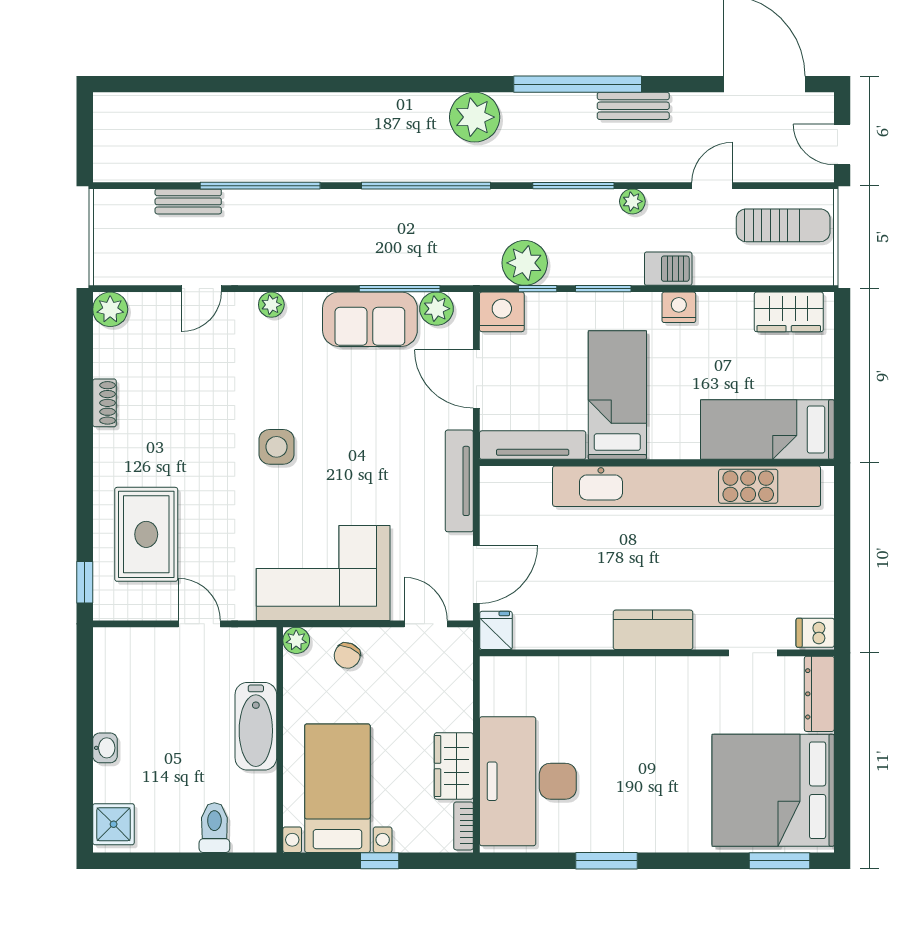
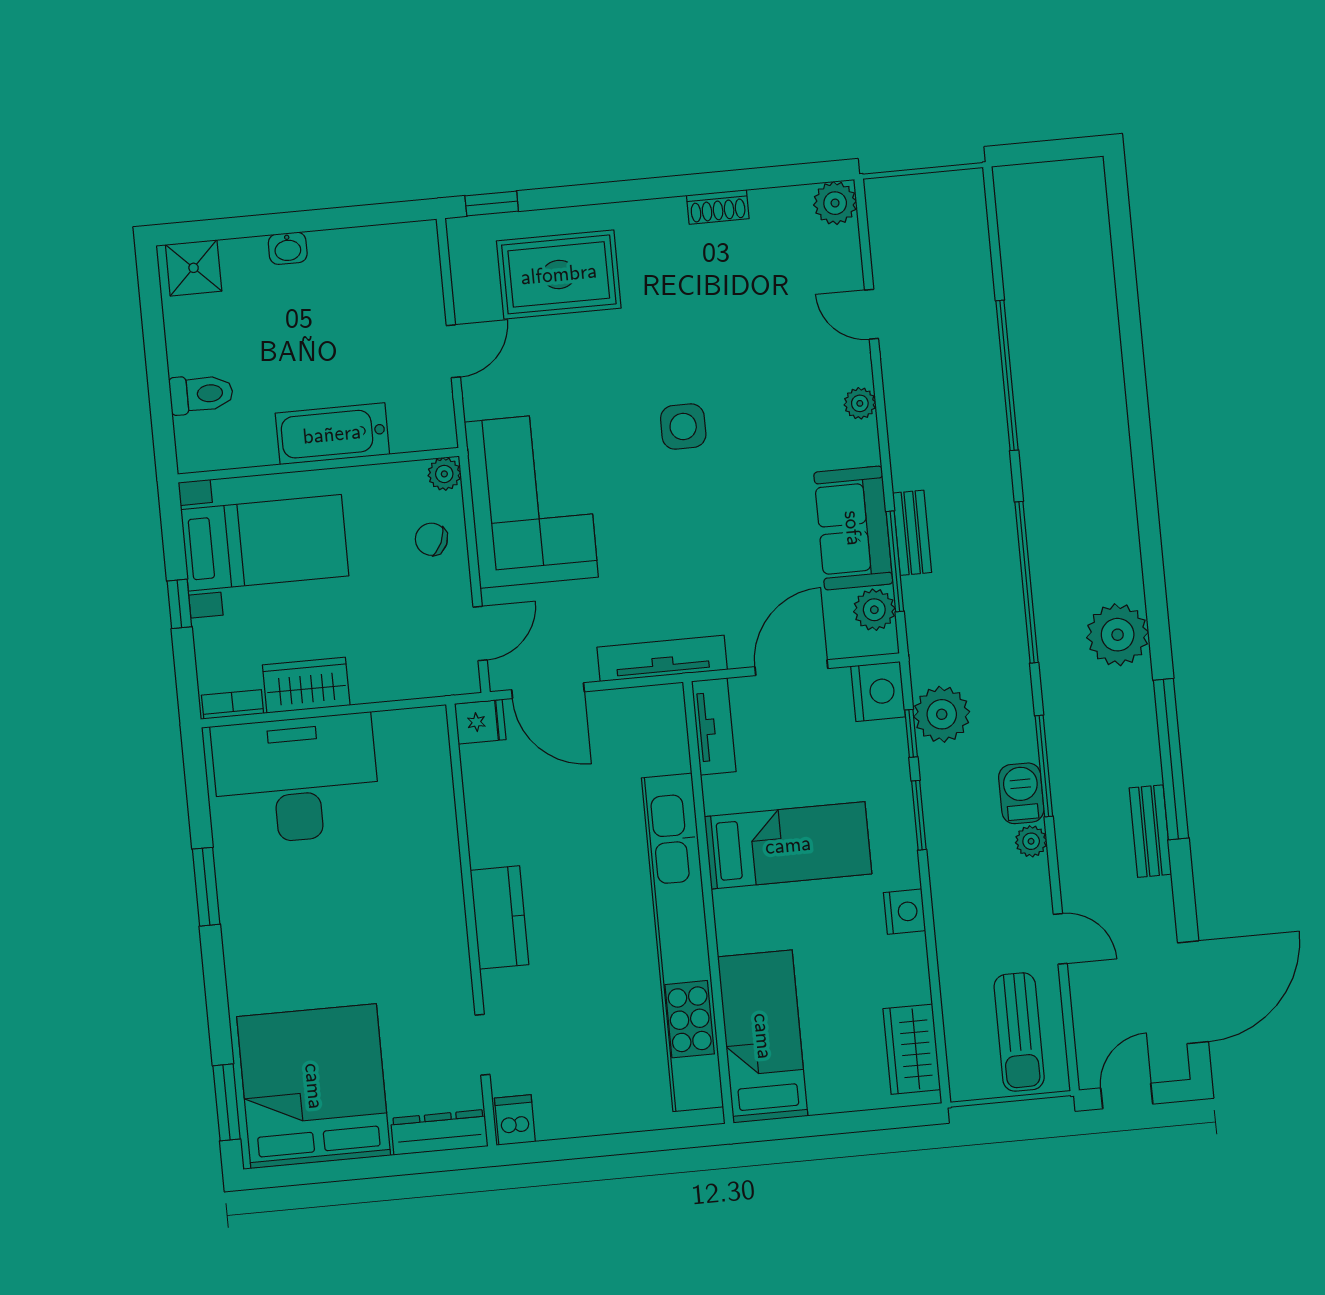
bench: (188, 201) -> (912, 533), moved
barbecue: (668, 269) -> (1021, 793), moved, turned 180
tv unit: (533, 445) -> (714, 726), width x0.71

